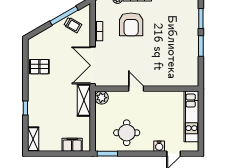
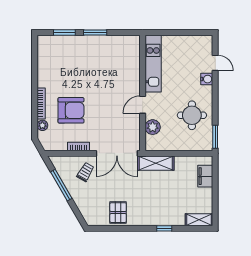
trolley: (73, 25) -> (85, 172), moved
plant: (102, 98) -> (153, 127), moved
kitchen unit: (191, 116) -> (153, 64), moved, turned -90

